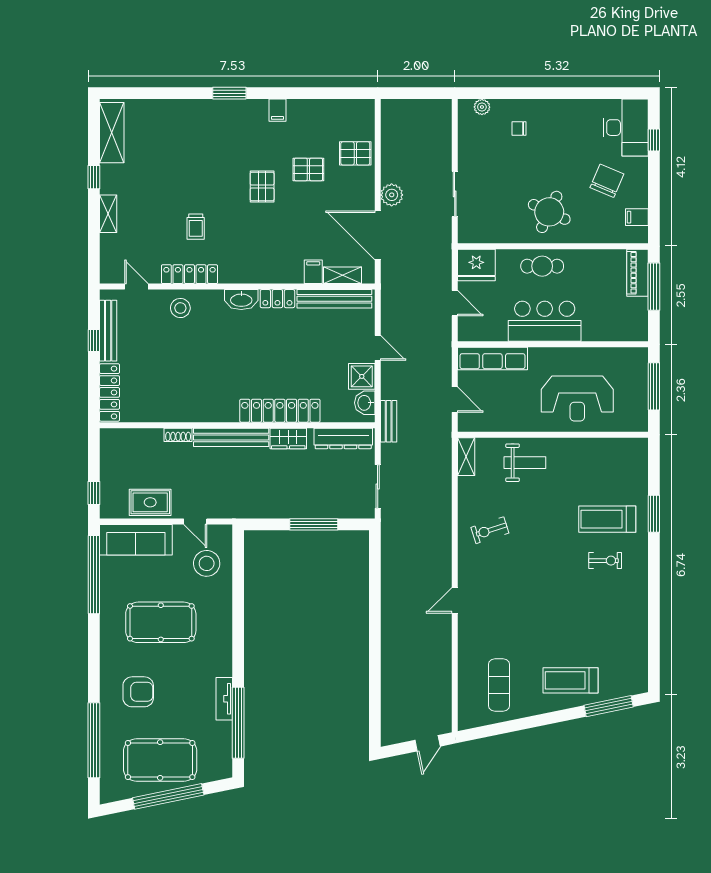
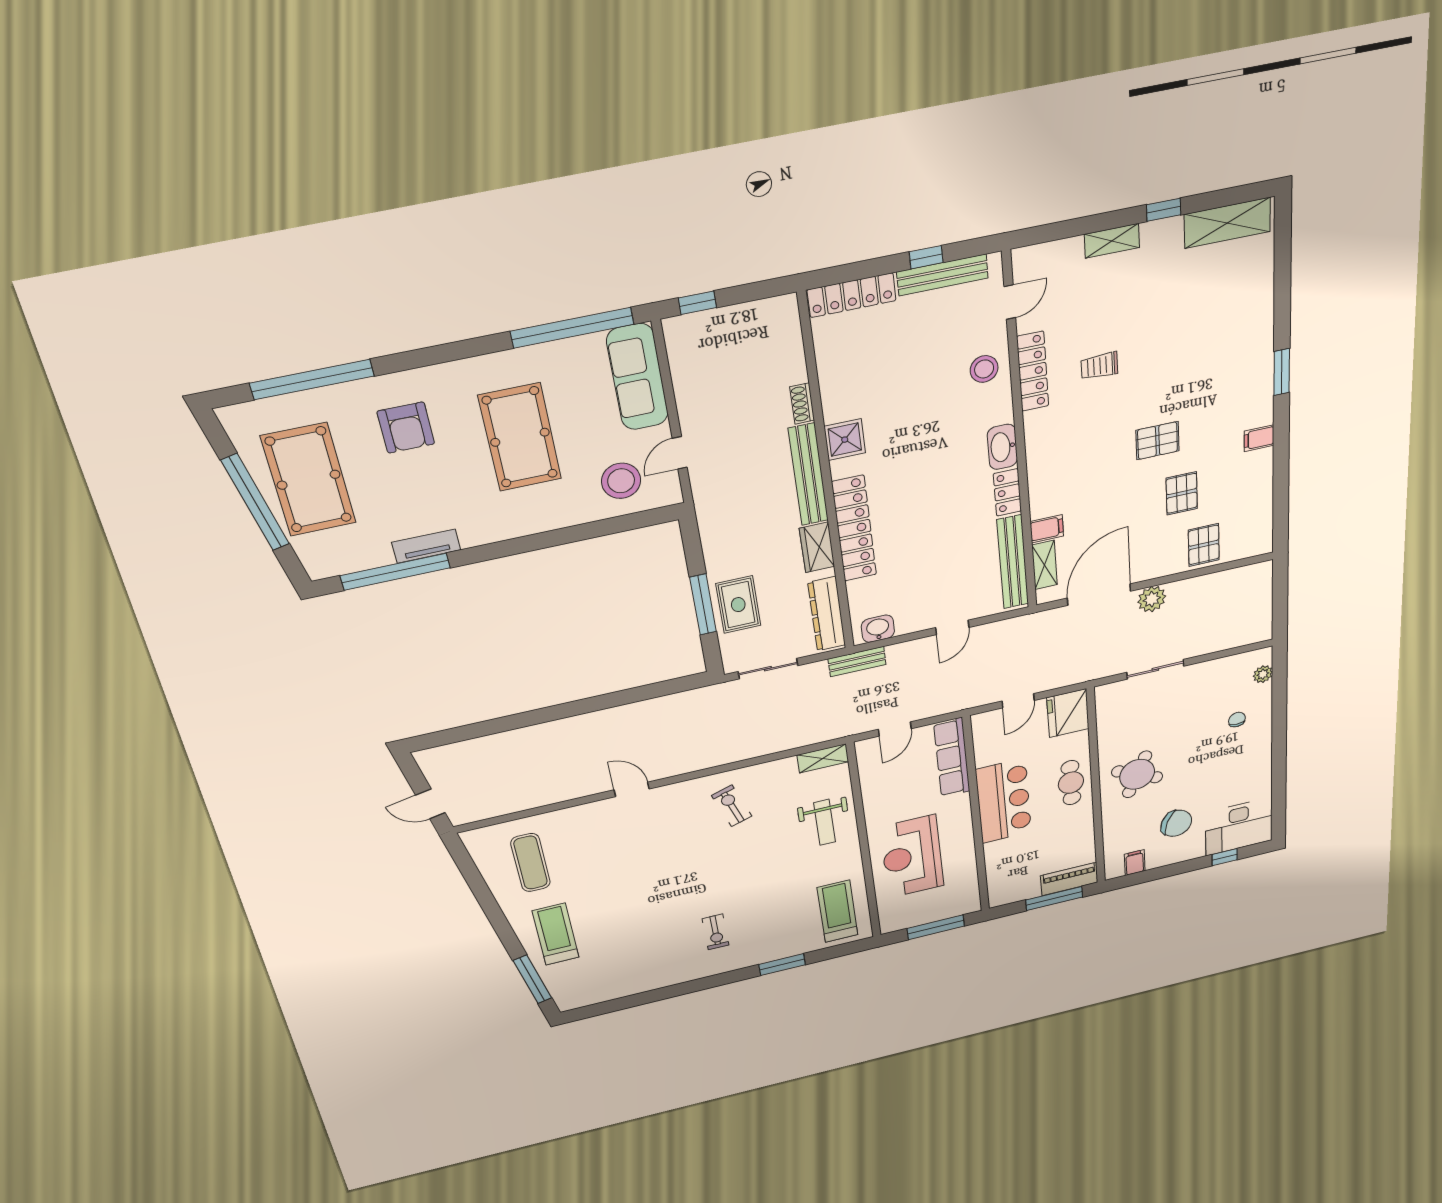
shower: (362, 376) -> (845, 440), moved
rug: (150, 502) -> (738, 605), moved
treadmill: (607, 519) -> (837, 911), moved
exercise mat: (499, 685) -> (531, 863), turned 90

